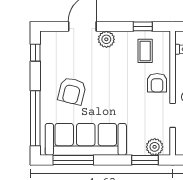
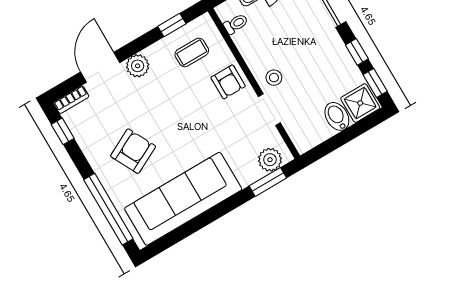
bookcase: (52, 36) -> (71, 100), added
coffee table: (145, 51) -> (192, 52), turned 90
armchair: (72, 91) -> (133, 151), turned -131
window: (73, 160) -> (183, 232), removed

